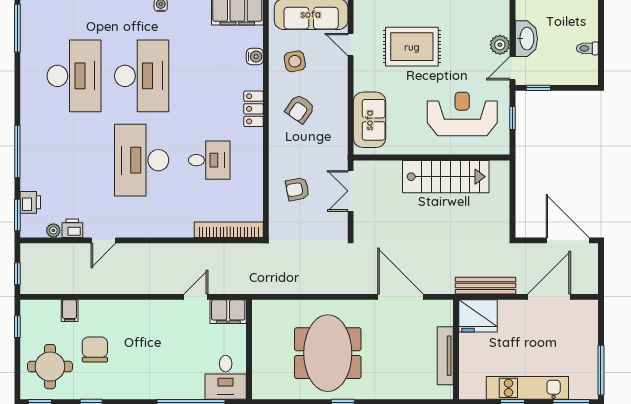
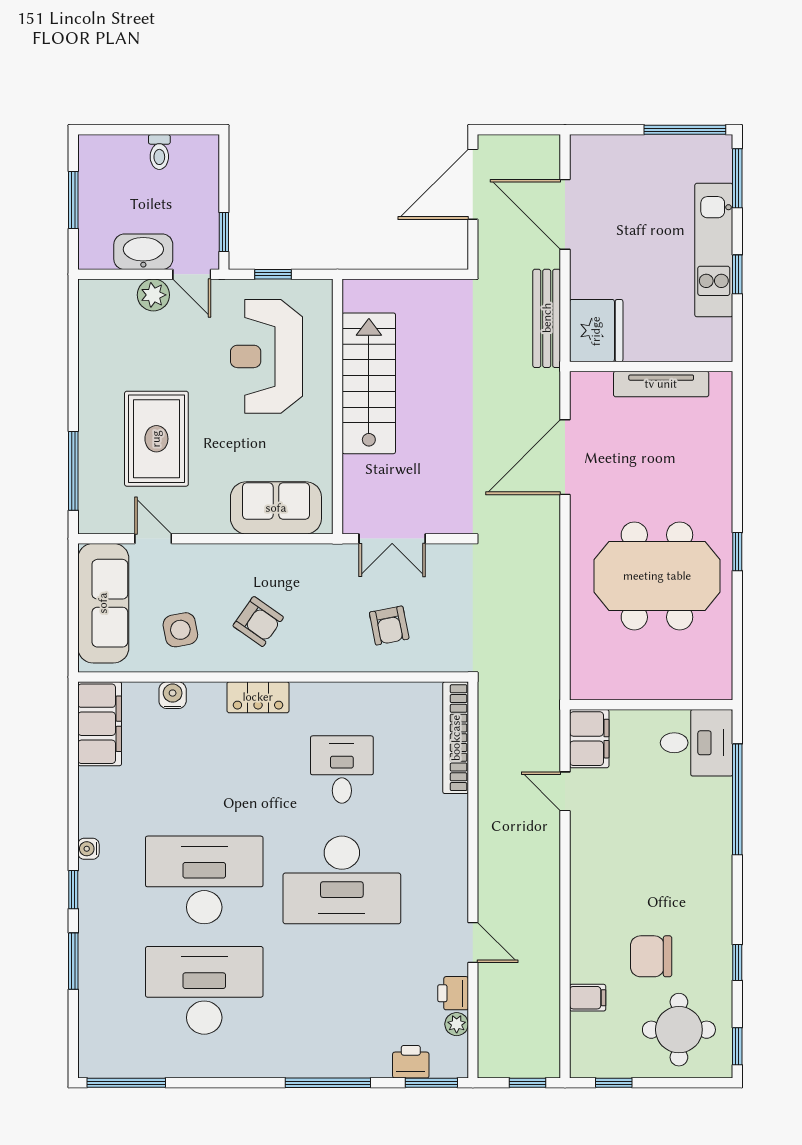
door: (351, 45) -> (153, 539), swing flipped

